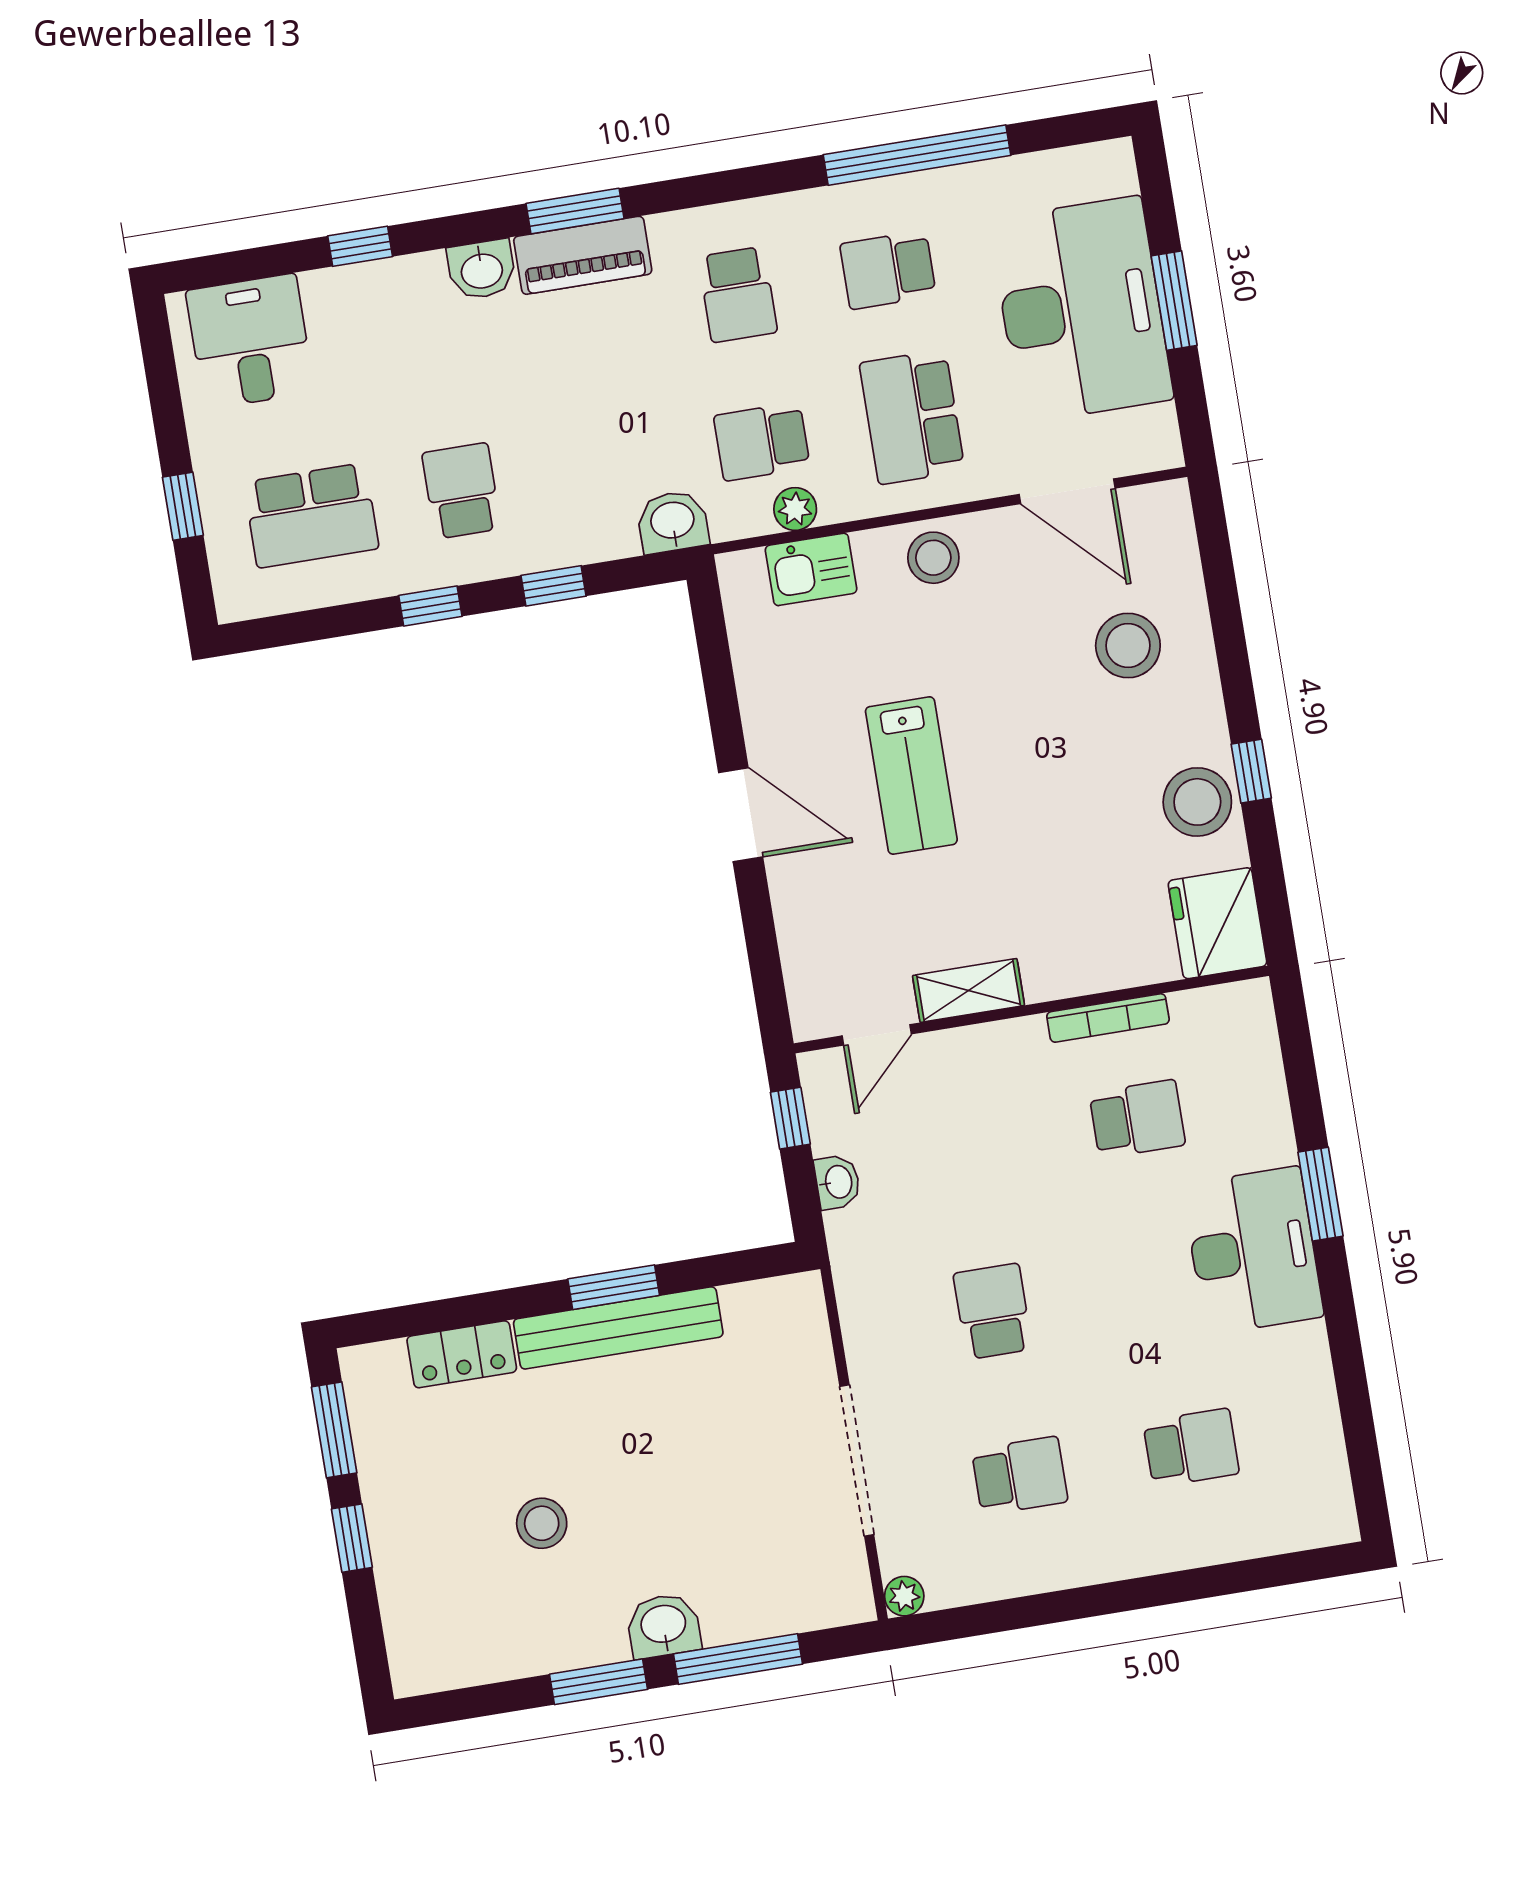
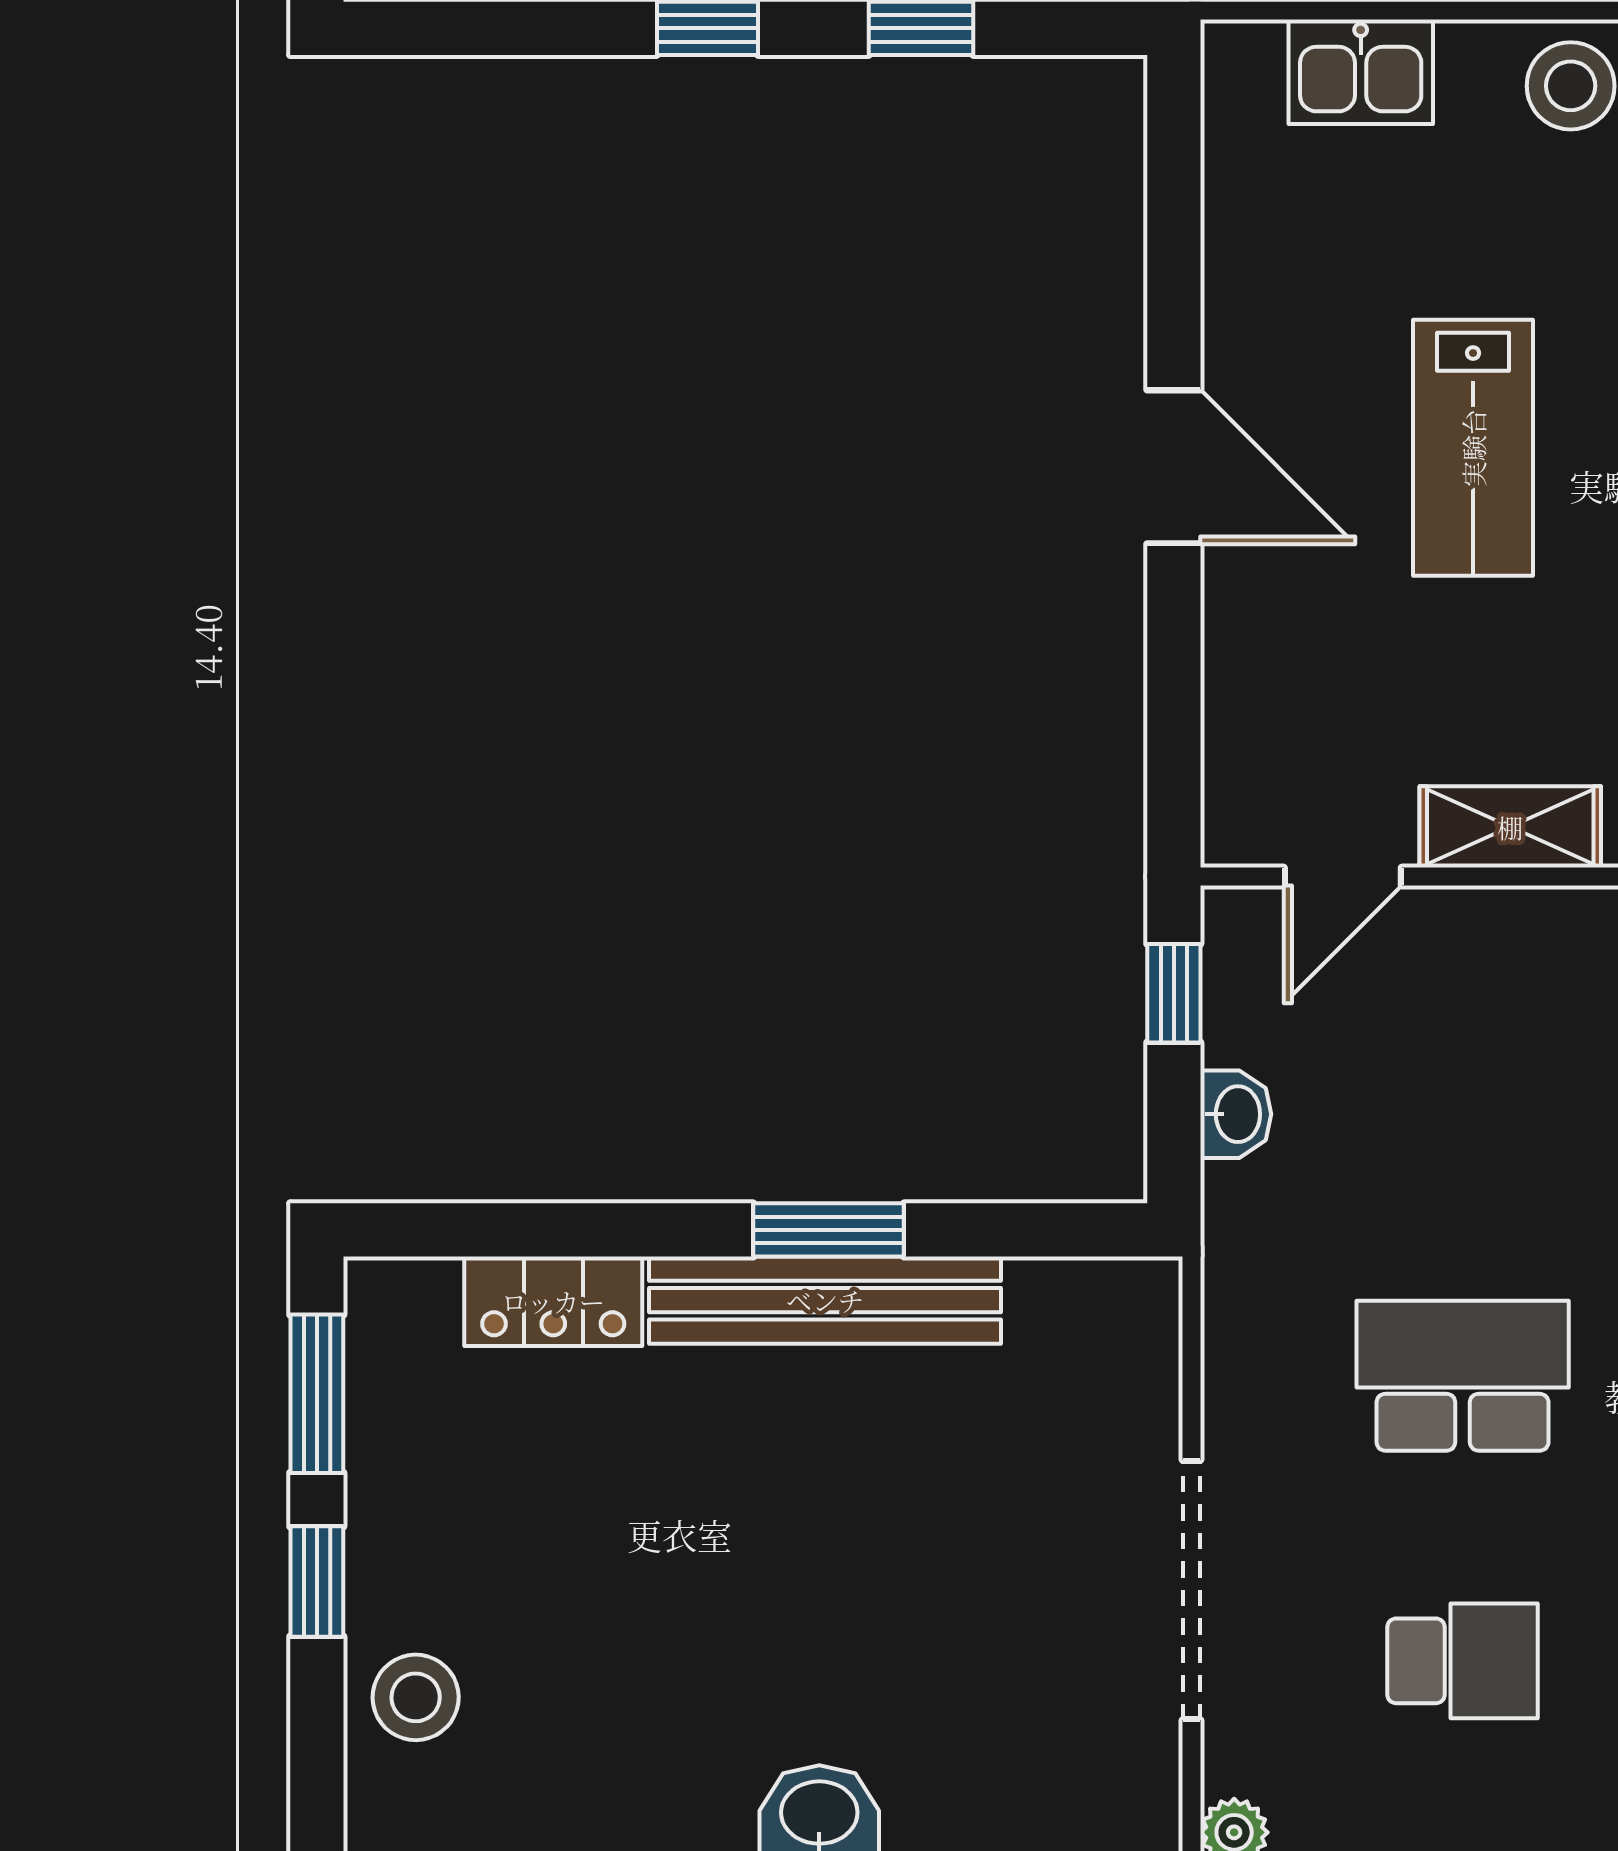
school desk: (993, 1311) -> (1463, 1376), width x1.85
stool: (542, 1523) -> (416, 1697), moved

